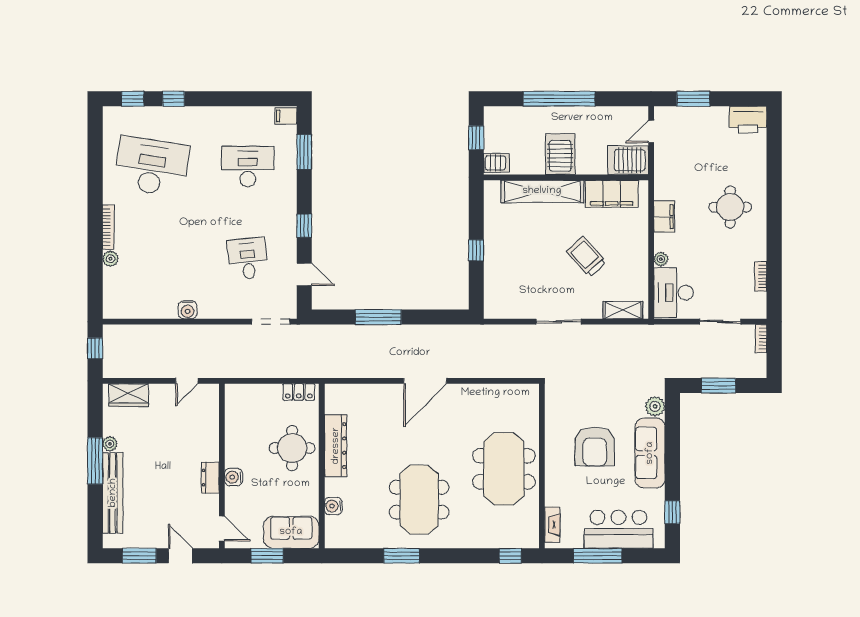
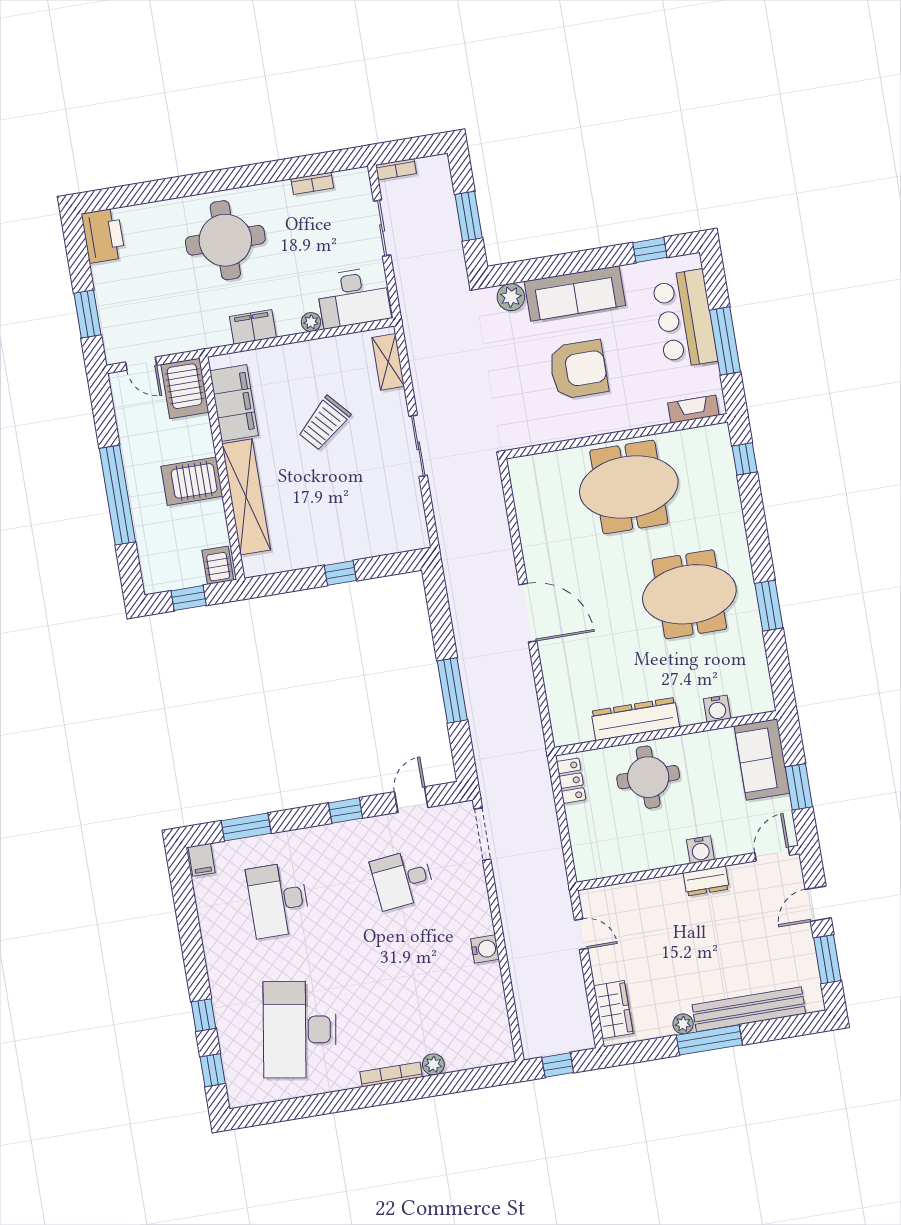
round table: (730, 207) -> (225, 240), width x1.36, depth x1.36

